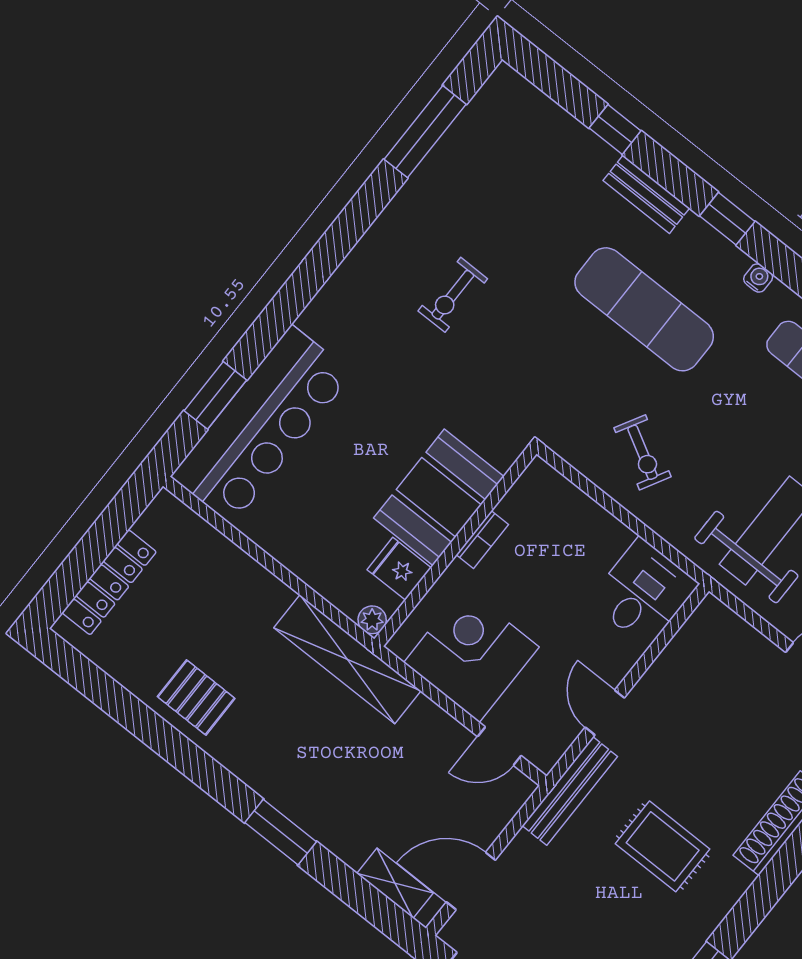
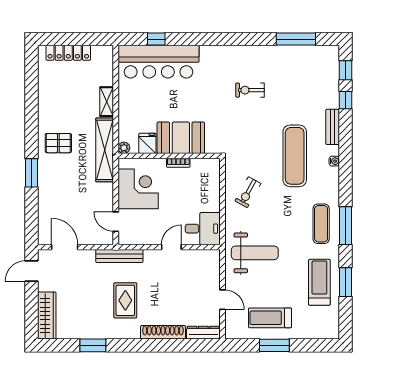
window: (727, 219) -> (346, 70), moved
water cooler: (758, 278) -> (334, 161), moved
window: (215, 395) -> (156, 39), width x0.67
pallet: (196, 697) -> (58, 143), moved, turned 90
door: (605, 713) -> (171, 247), moved
shelving: (395, 883) -> (107, 102), moved

